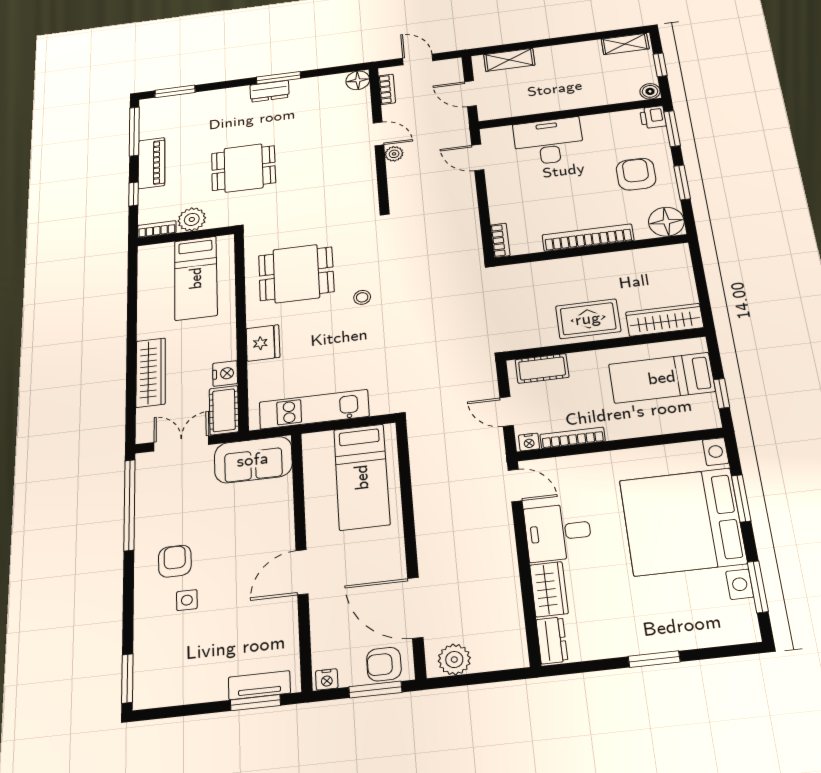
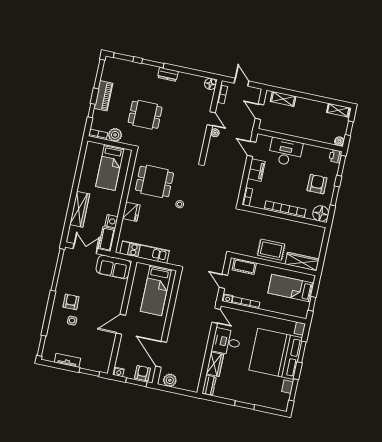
window: (279, 78) -> (153, 63), moved
filing cabinet: (501, 189) -> (256, 170), added
armchair: (384, 664) -> (143, 373), turned 90
tv unit: (259, 685) -> (67, 360), moved

